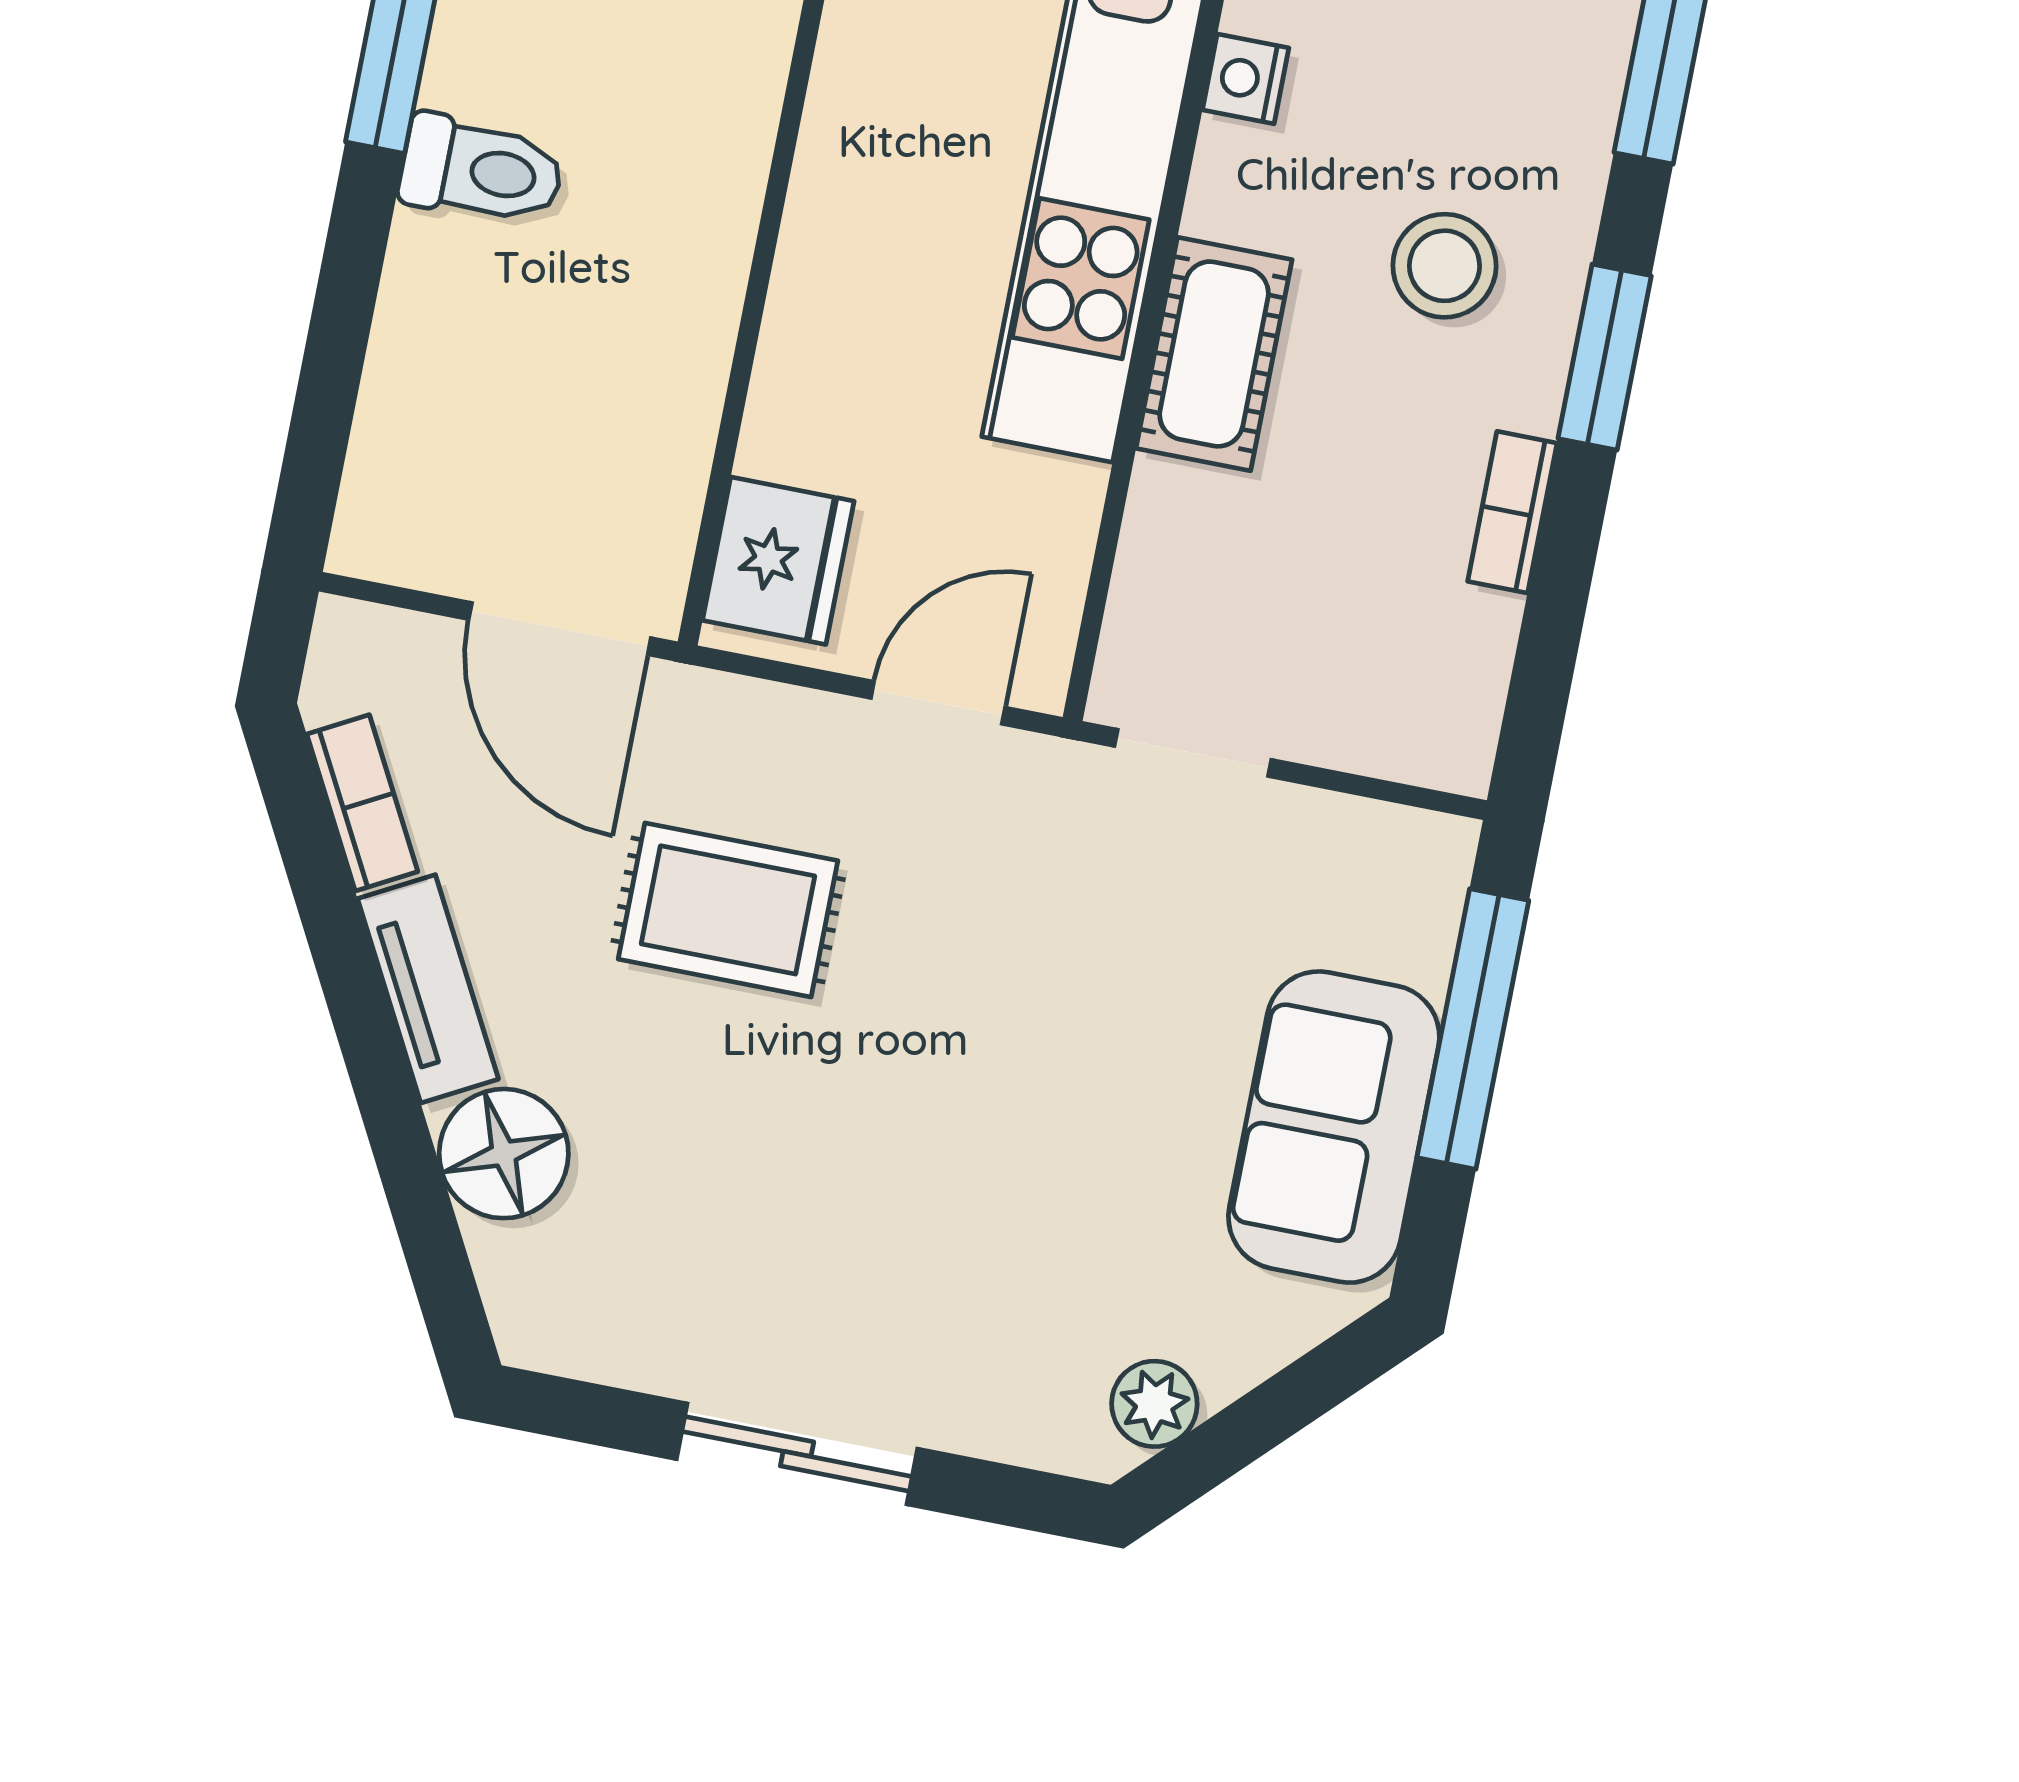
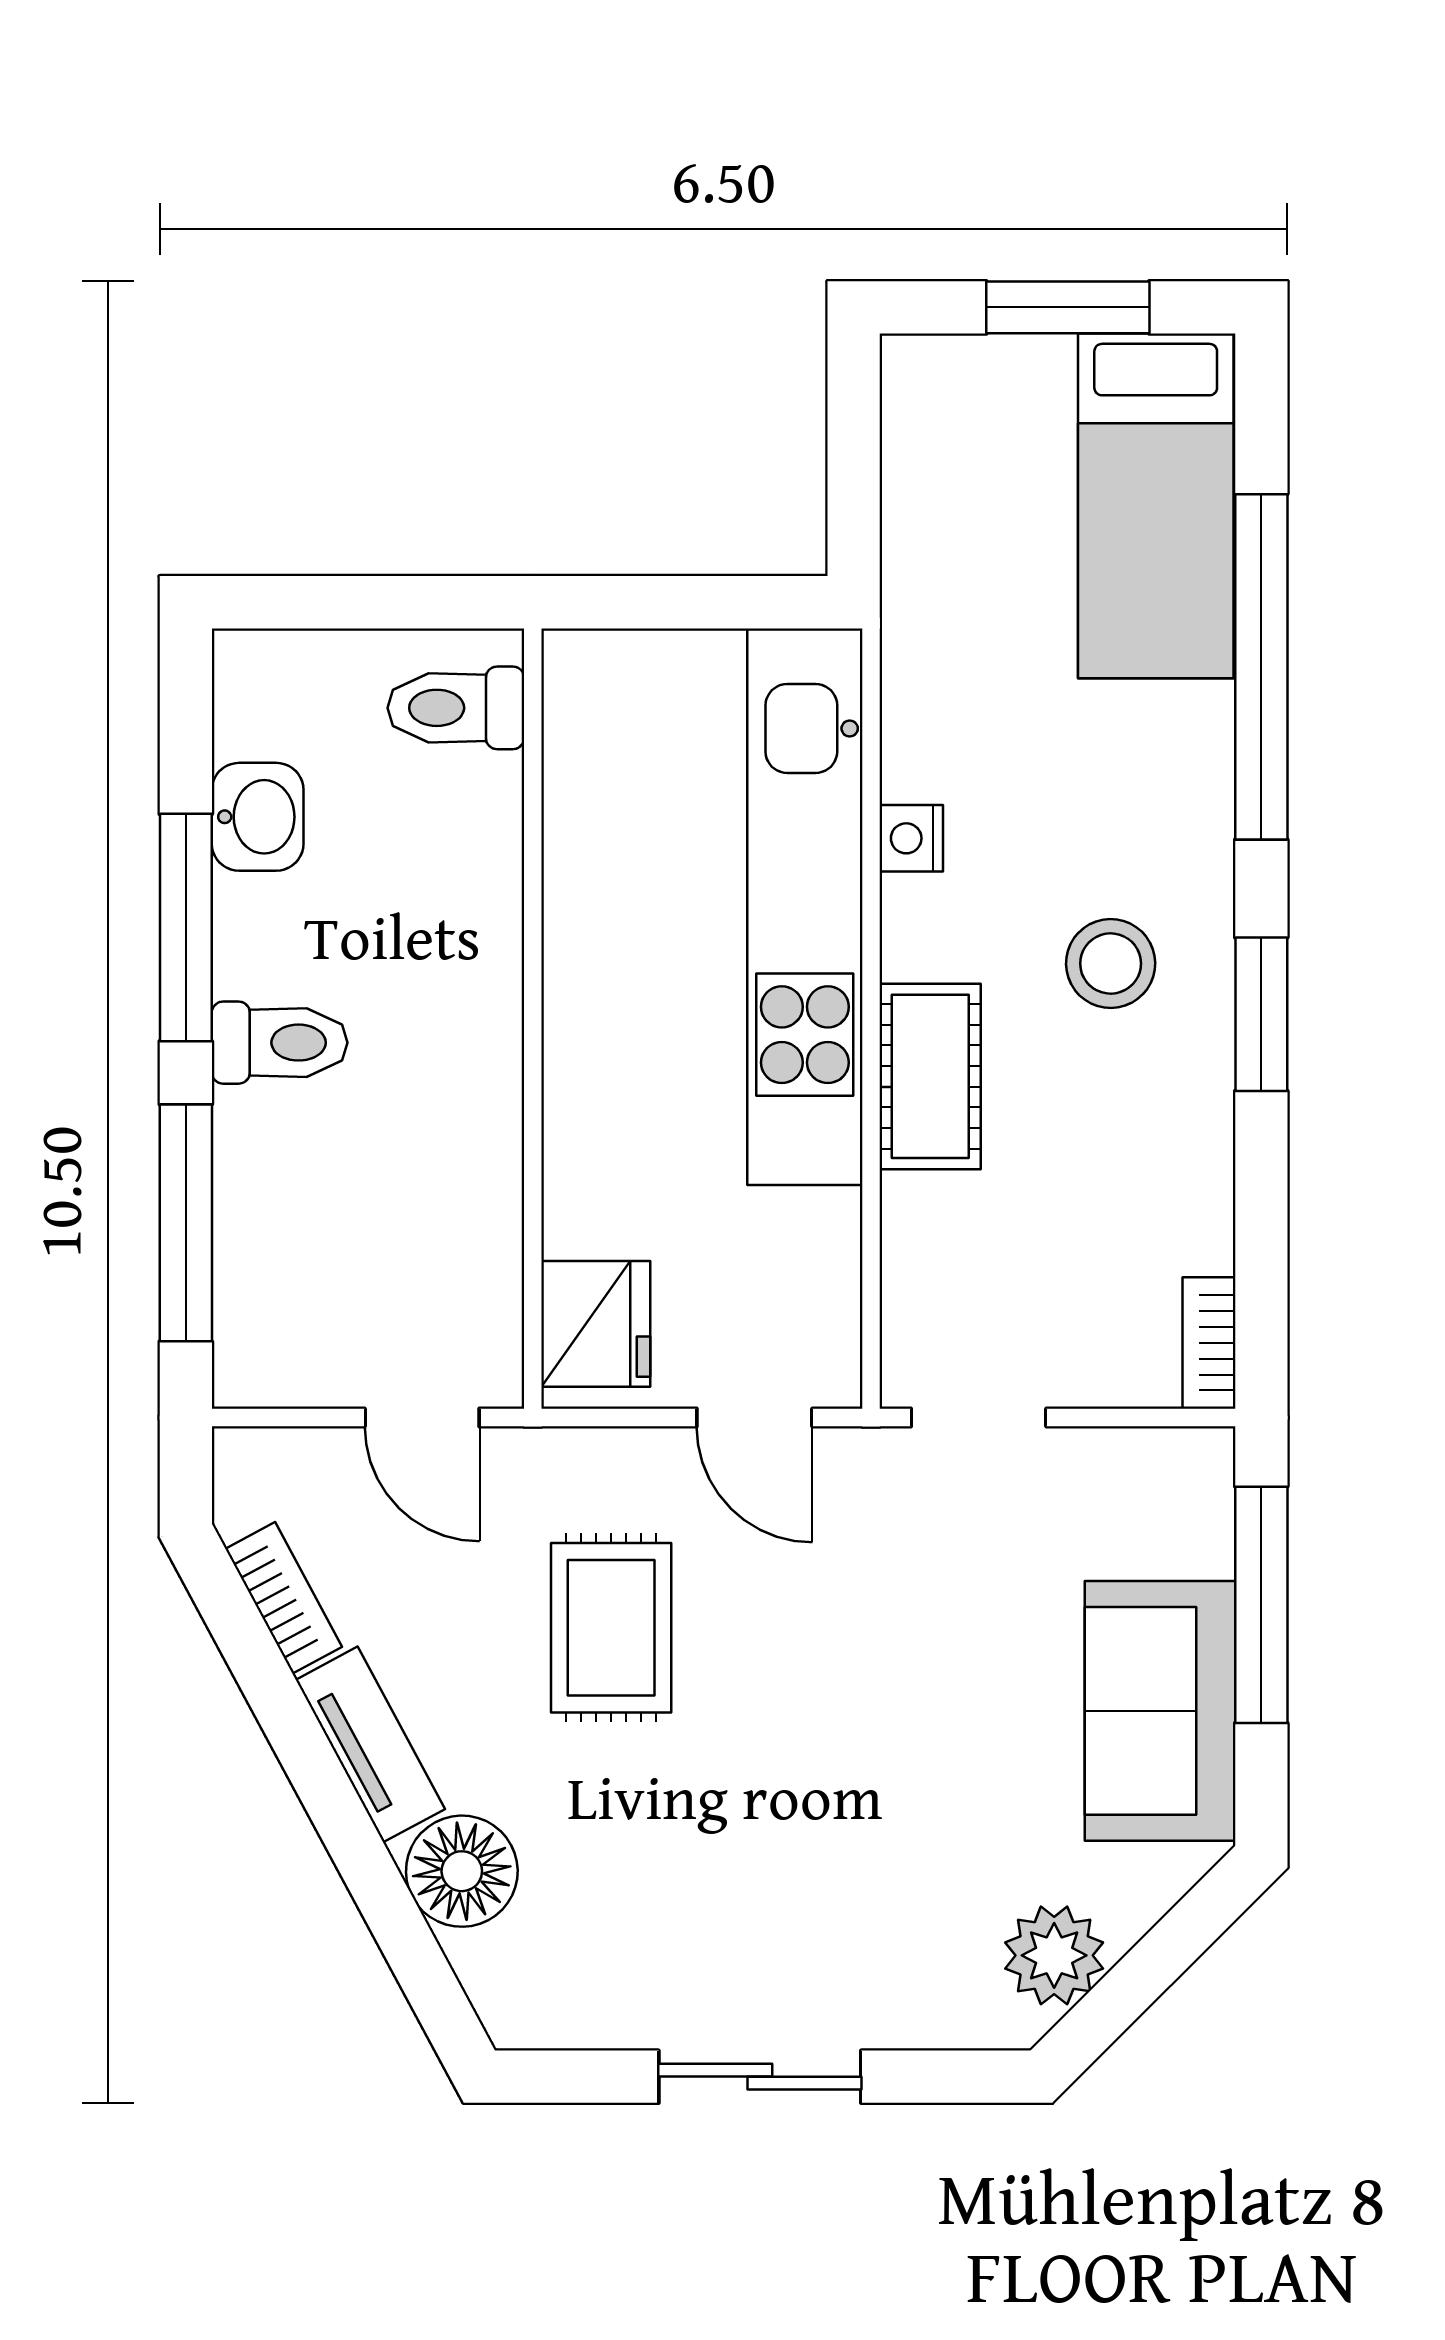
window: (335, 354) -> (186, 1223), added
bookcase: (1512, 512) -> (1209, 1343), moved
door: (560, 629) -> (422, 1418), width x0.73
door: (938, 703) -> (754, 1418), swing flipped
rug: (728, 910) -> (611, 1628), turned 90
plant: (1154, 1404) -> (1054, 1955), width x1.38, depth x1.38

